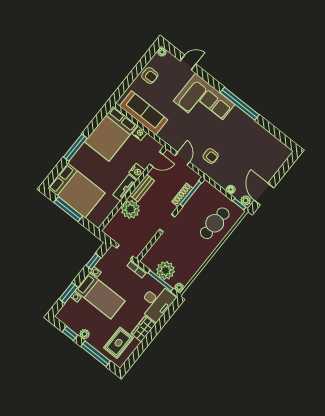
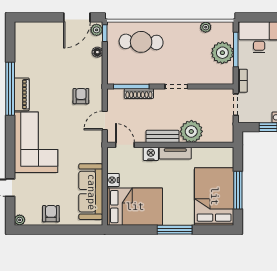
window: (240, 104) -> (10, 89), moved
piano: (243, 118) -> (22, 94), added
plant: (179, 287) -> (206, 27), moved

